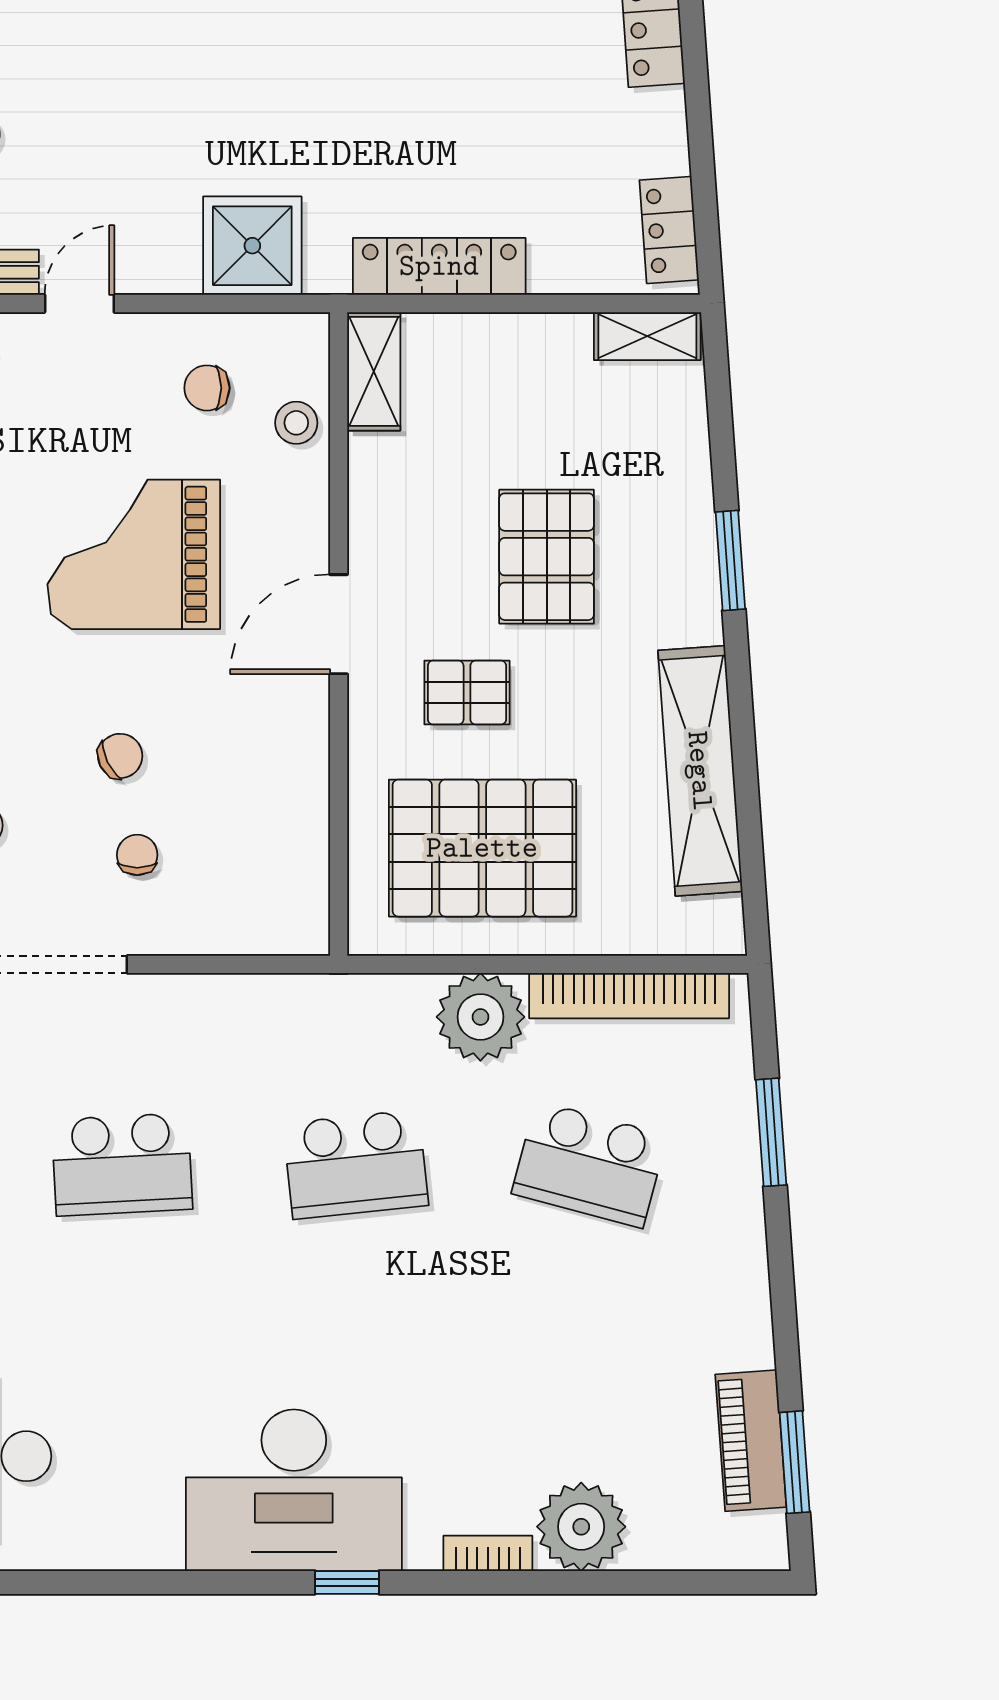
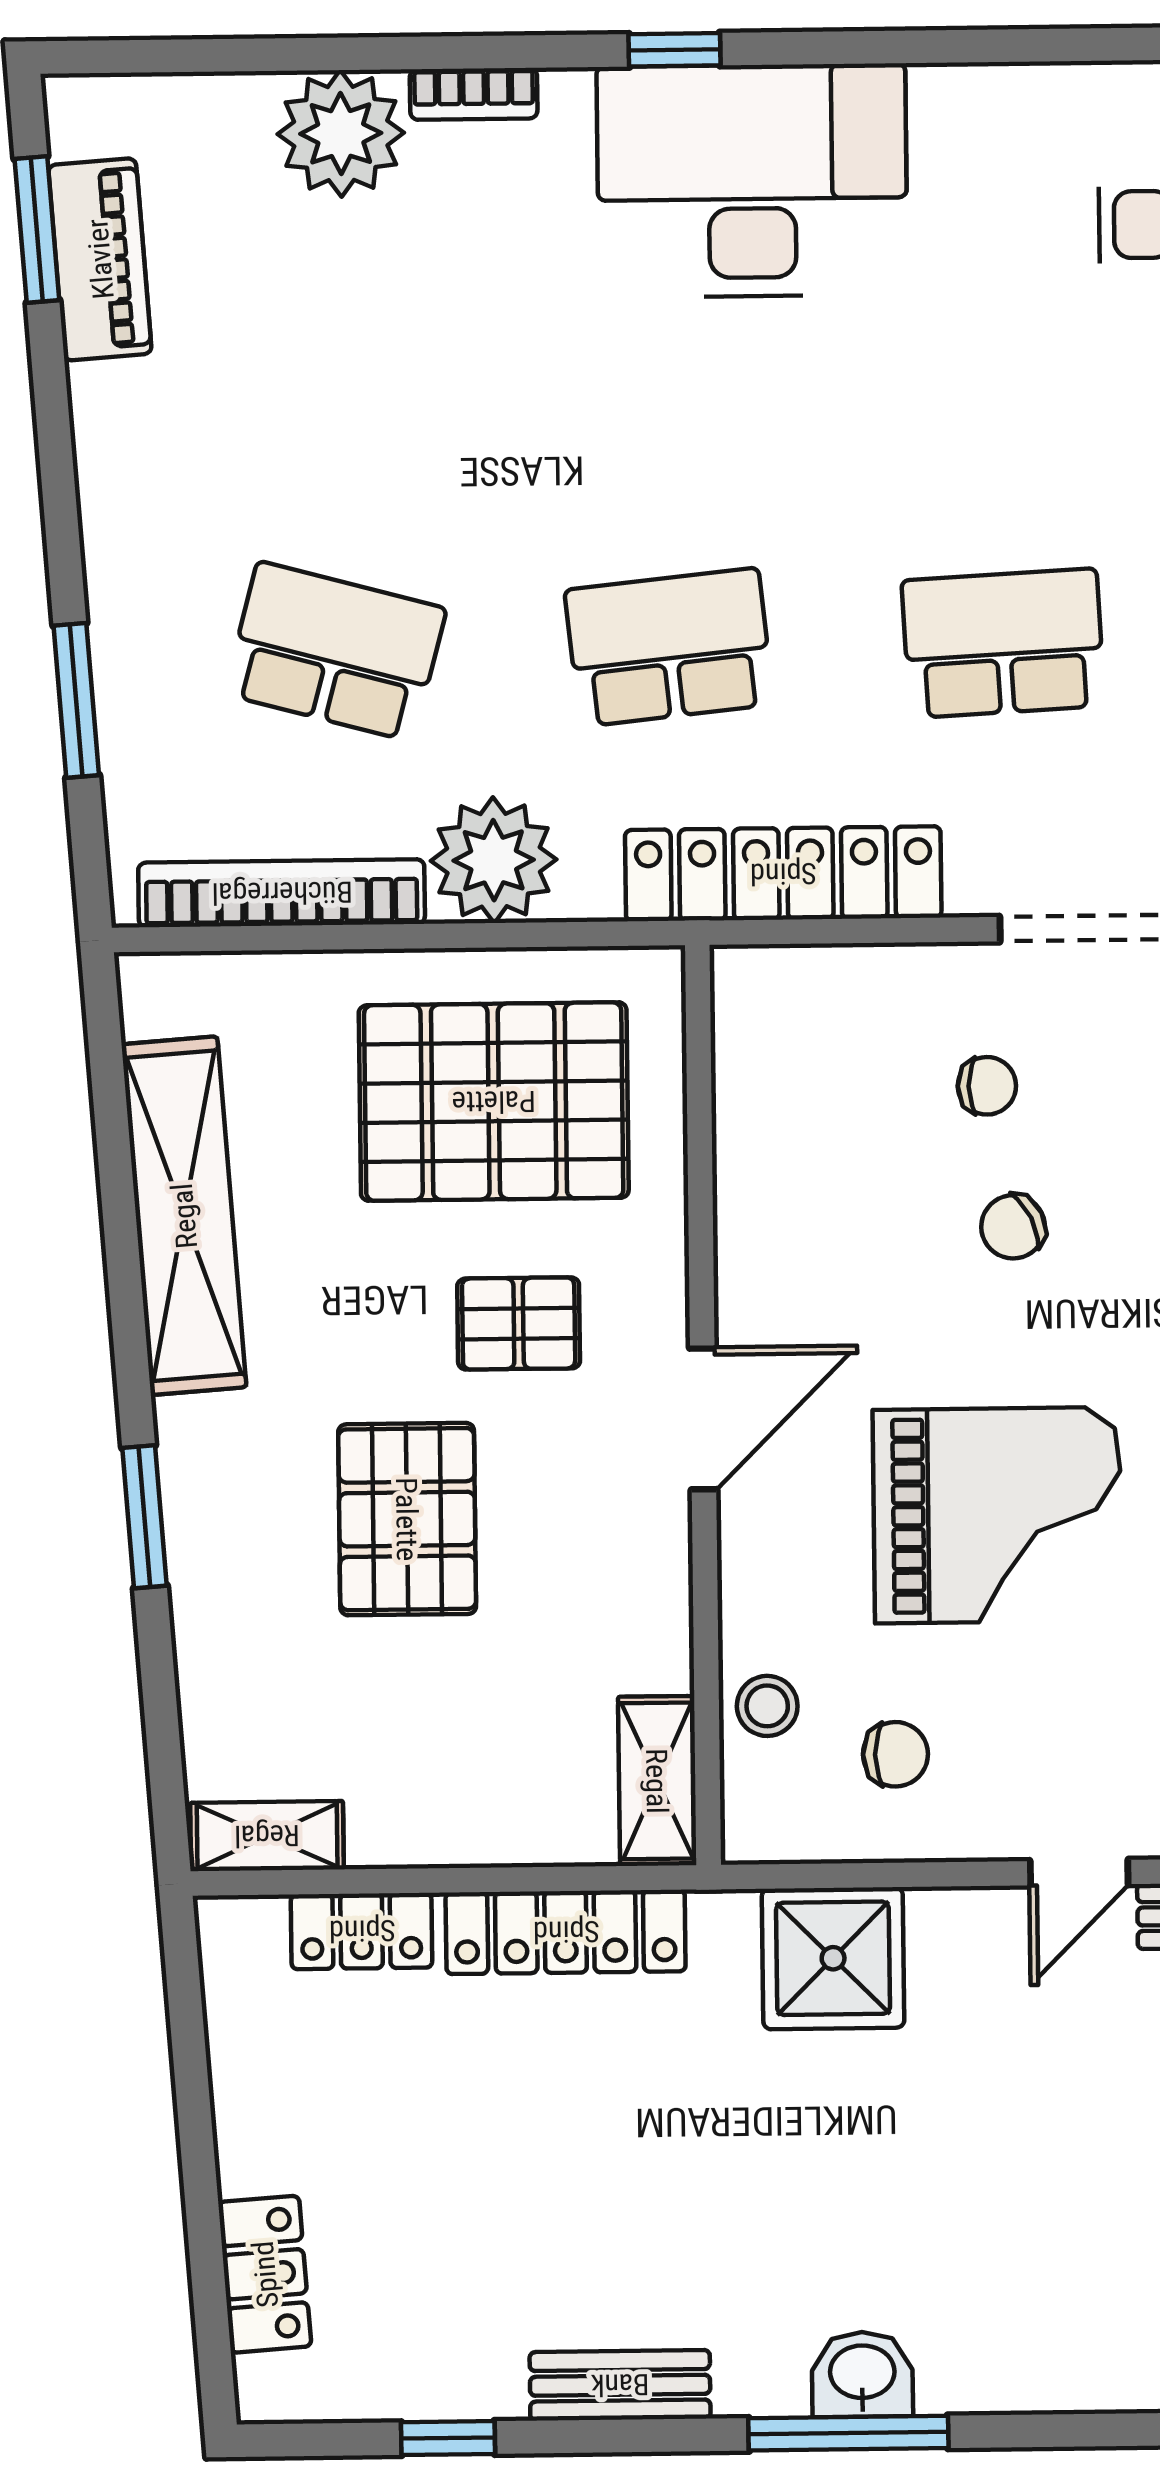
locker: (669, 230) -> (362, 1931), moved, turned 94
chair: (137, 855) -> (987, 1086), turned -90
locker: (278, 1005) -> (783, 874), added

